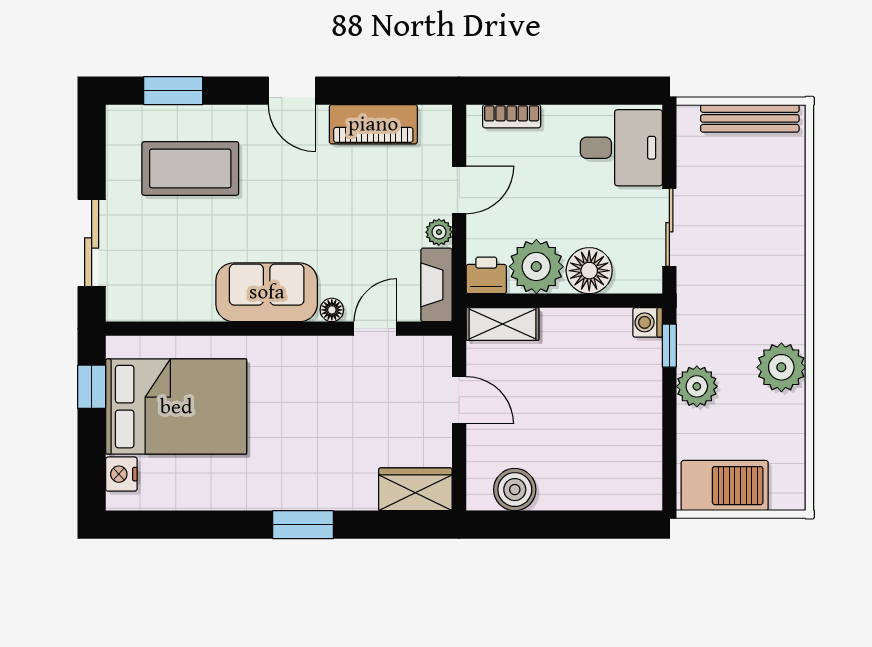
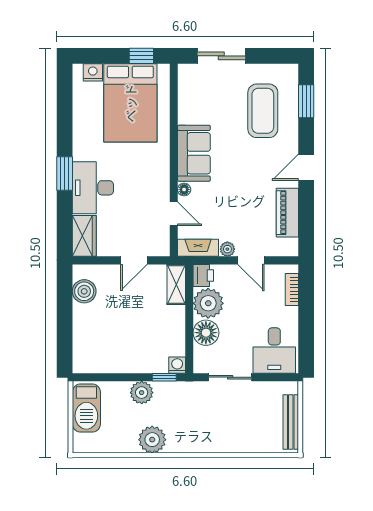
desk: (329, 474) -> (93, 188), added

